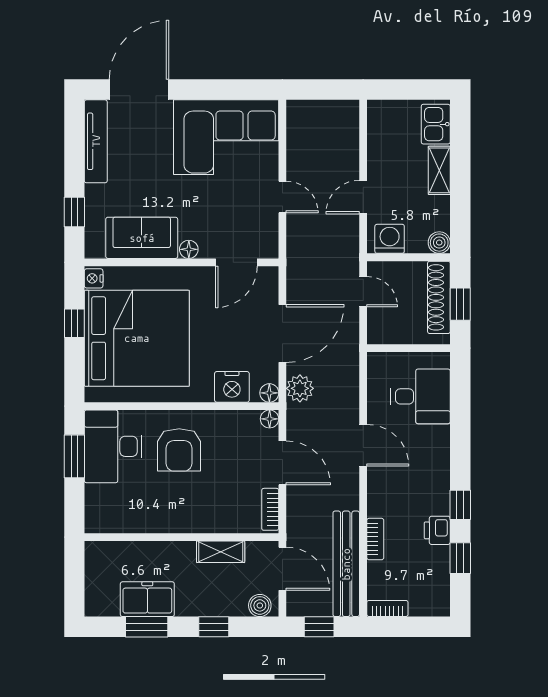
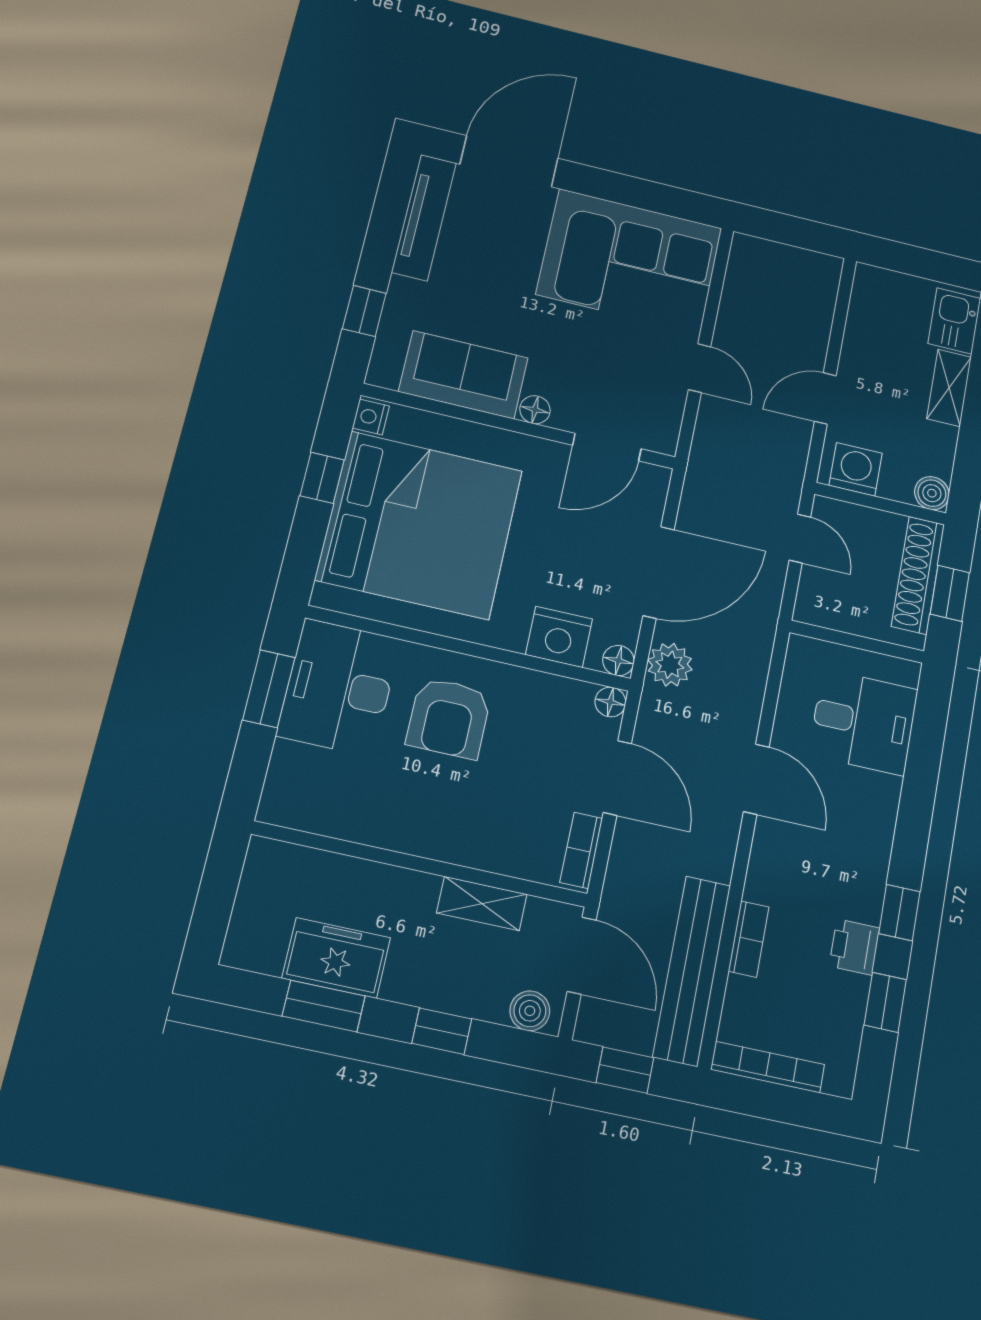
bookcase: (387, 608) -> (768, 1067), width x1.56

